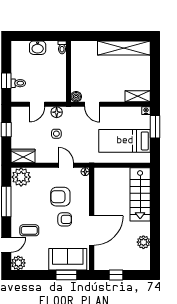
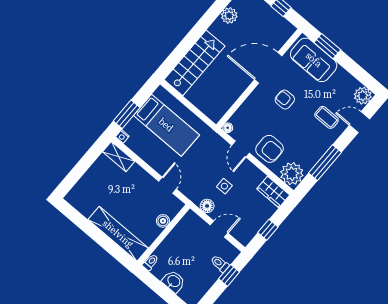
shelving: (124, 48) -> (118, 234), moved
boiler: (76, 97) -> (163, 221), moved
armchair: (60, 197) -> (270, 149), moved

